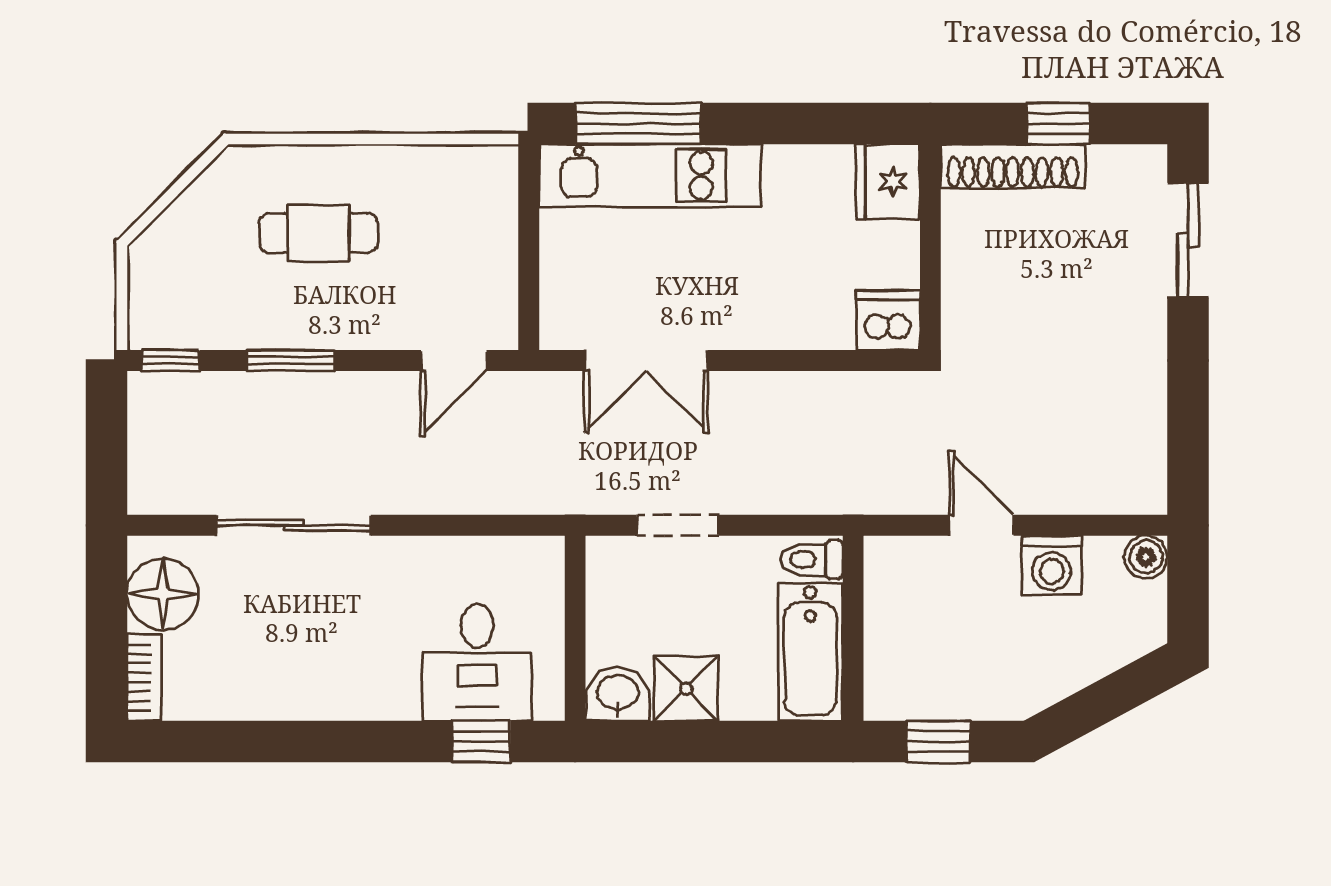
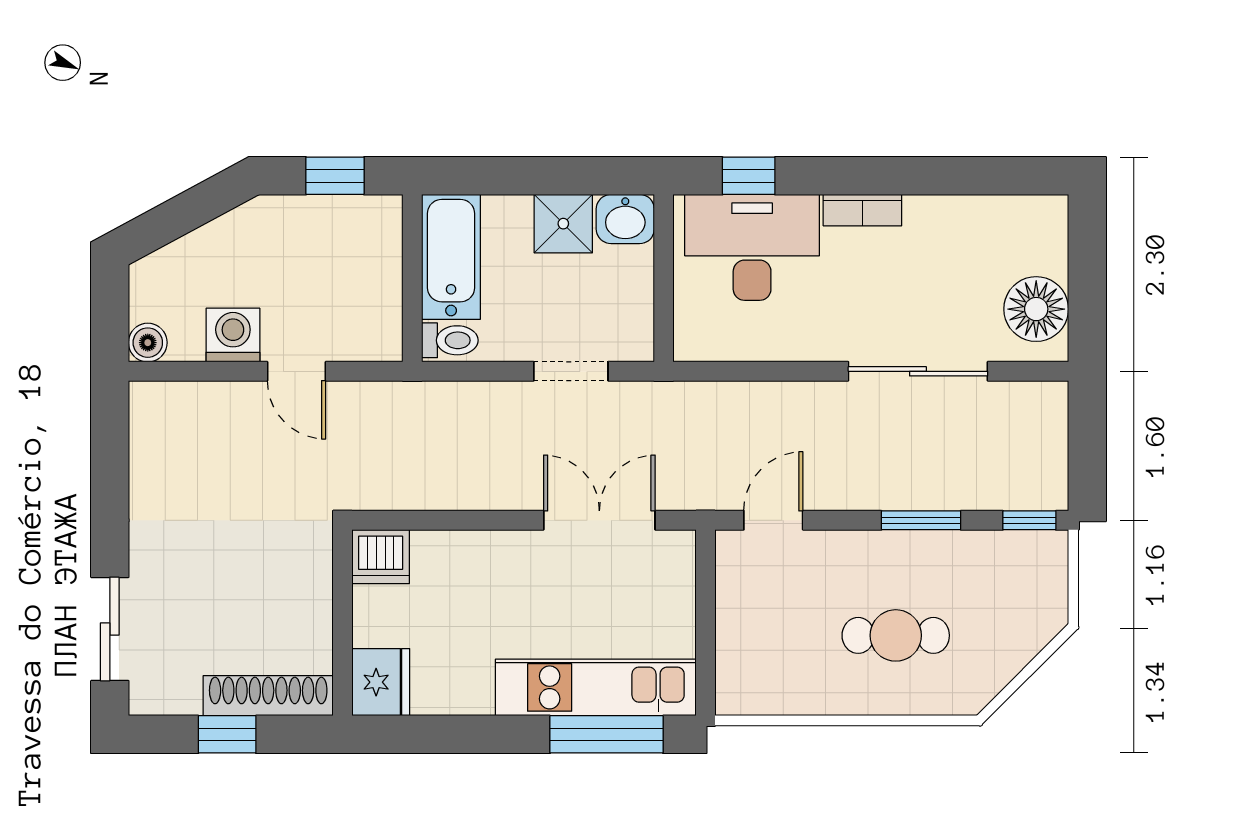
desk: (477, 662) -> (752, 247), width x1.37
bookcase: (144, 678) -> (862, 210), moved, turned -90

